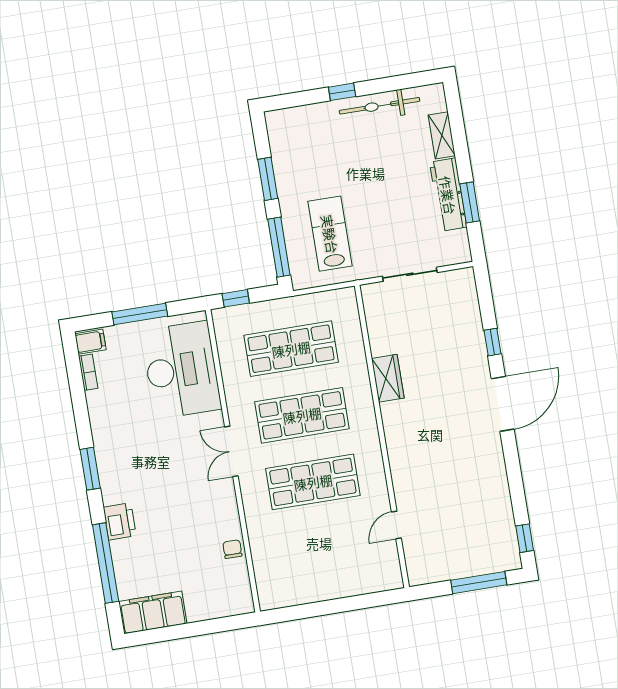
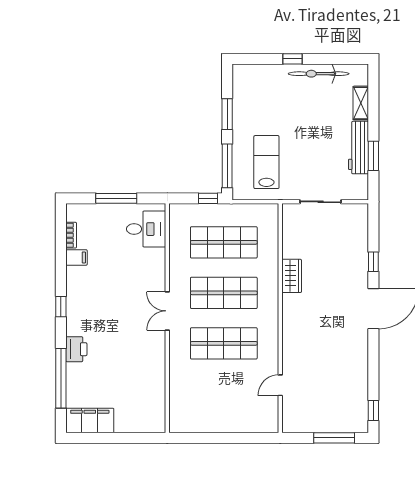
window: (236, 298) -> (208, 198), moved
filing cabinet: (90, 342) -> (76, 257), moved
desk: (181, 370) -> (146, 229), width x0.53, depth x0.77
window: (90, 469) -> (61, 307), width x0.67
chair: (232, 549) -> (156, 383), removed

